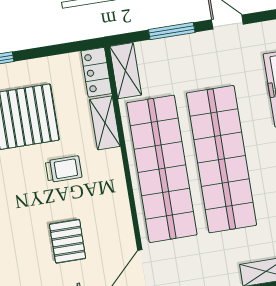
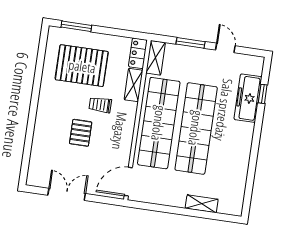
trolley: (64, 169) -> (100, 105), turned 180
pallet: (68, 241) -> (81, 133), moved

